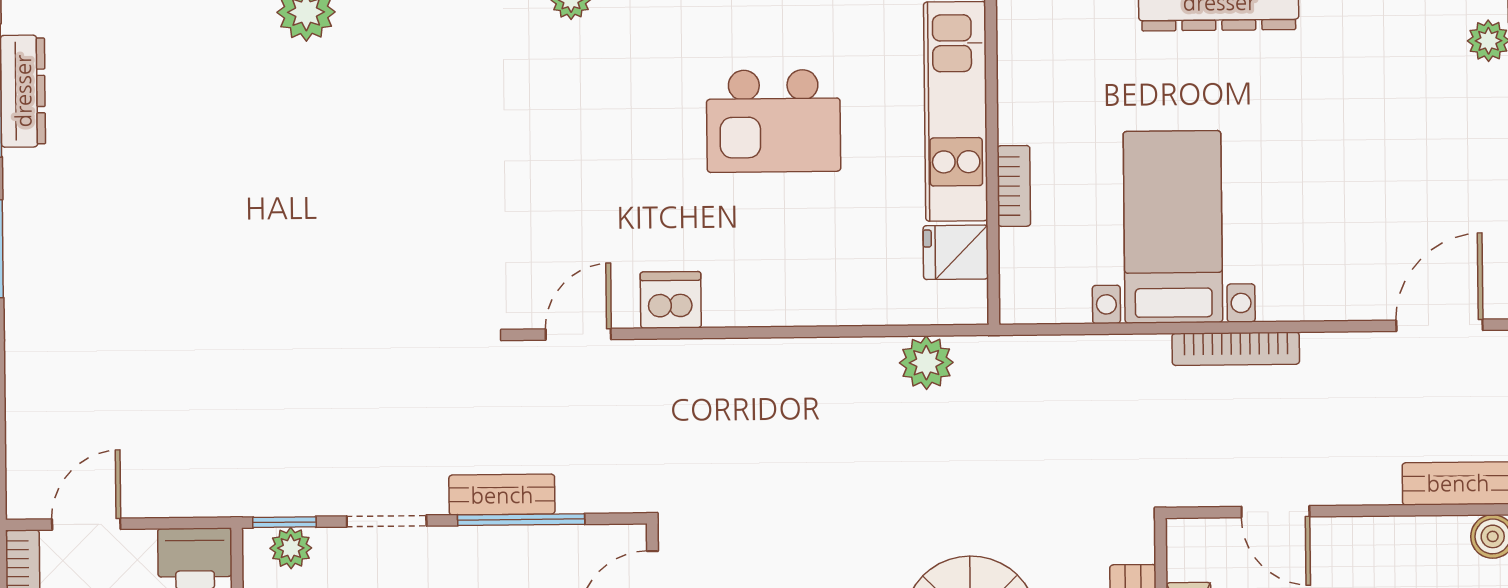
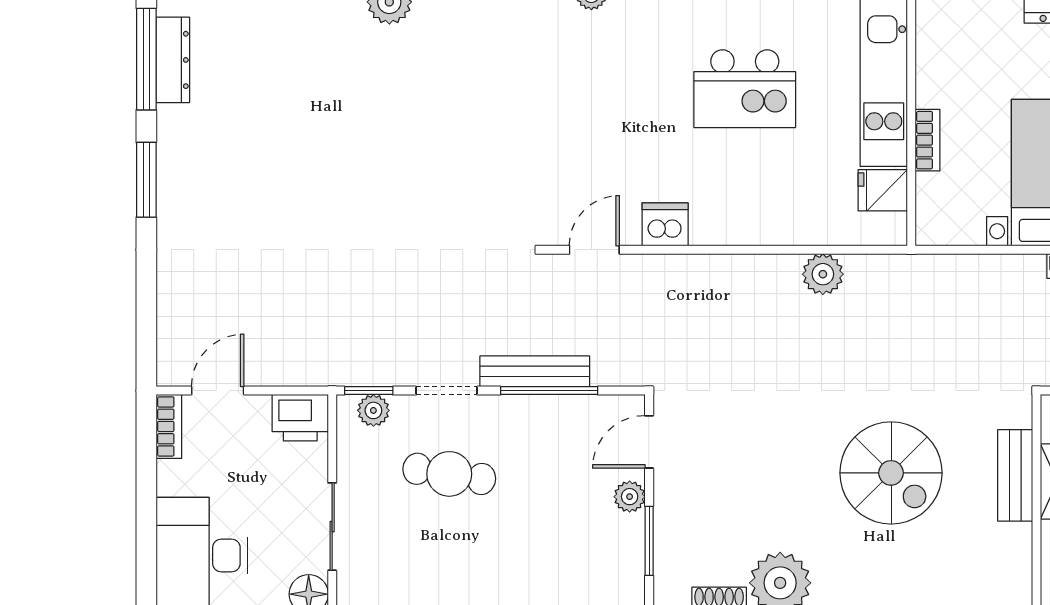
plant: (926, 363) -> (823, 274), moved
bench: (502, 495) -> (535, 371), width x1.36

